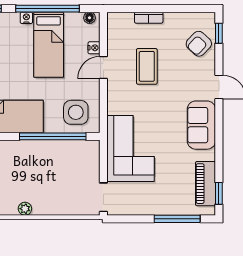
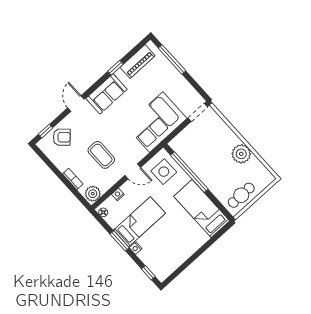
window: (47, 9) -> (120, 241), width x0.47
plant: (117, 24) -> (93, 194), added
coffee table: (147, 66) -> (101, 155), turned 90
door: (103, 68) -> (133, 171), moved
window: (219, 193) -> (116, 68), moved
plant: (25, 209) -> (241, 154), width x1.87, depth x1.87

